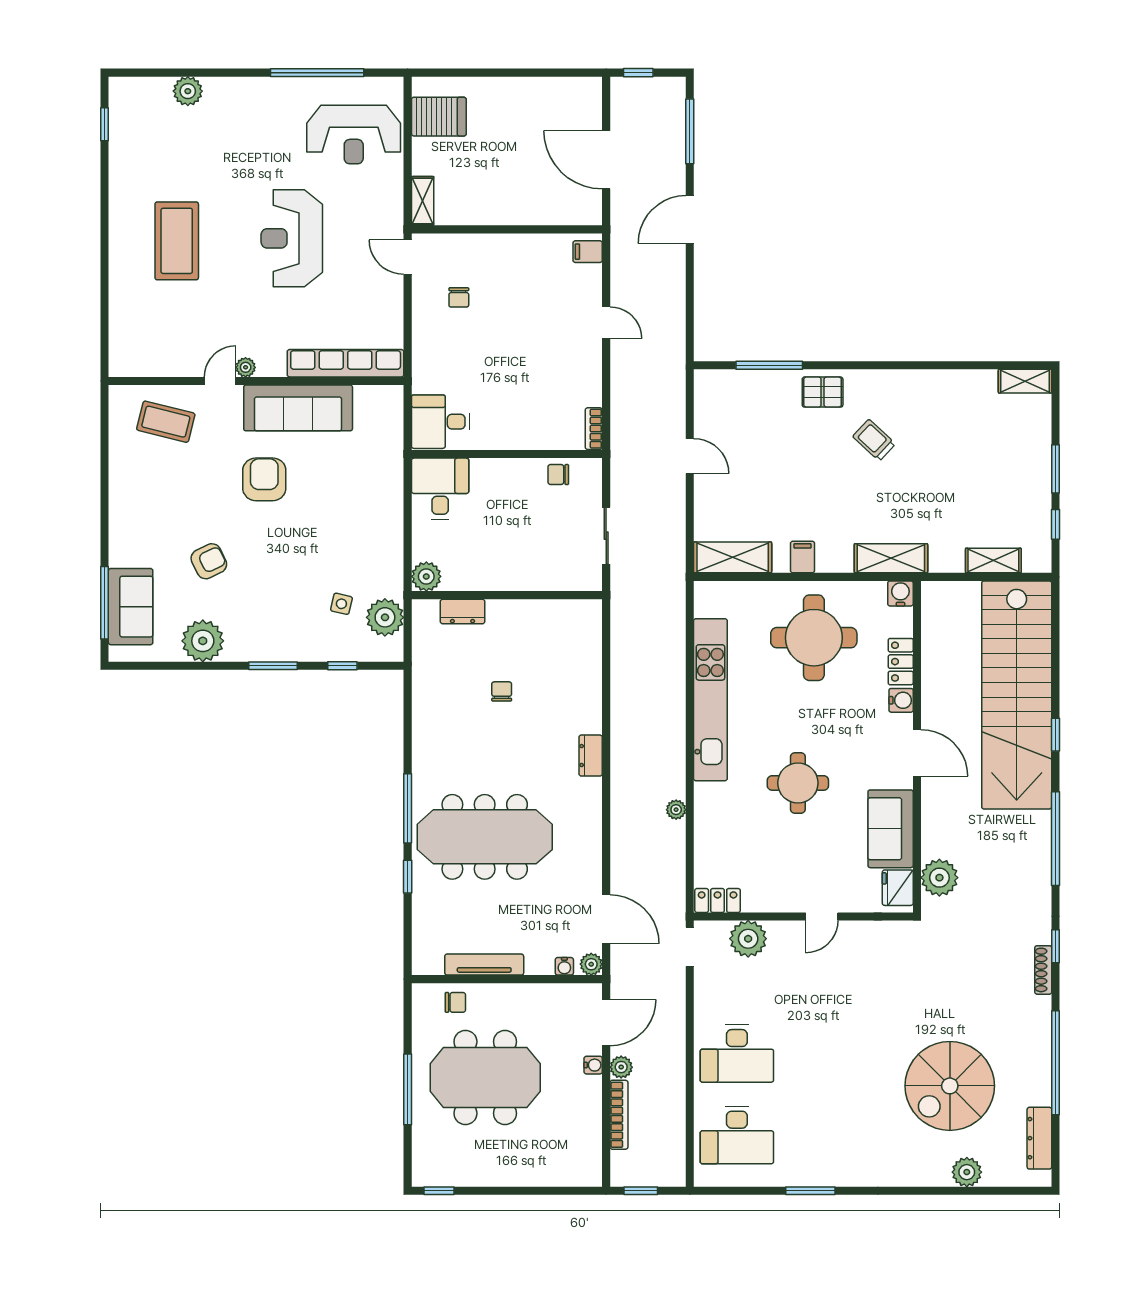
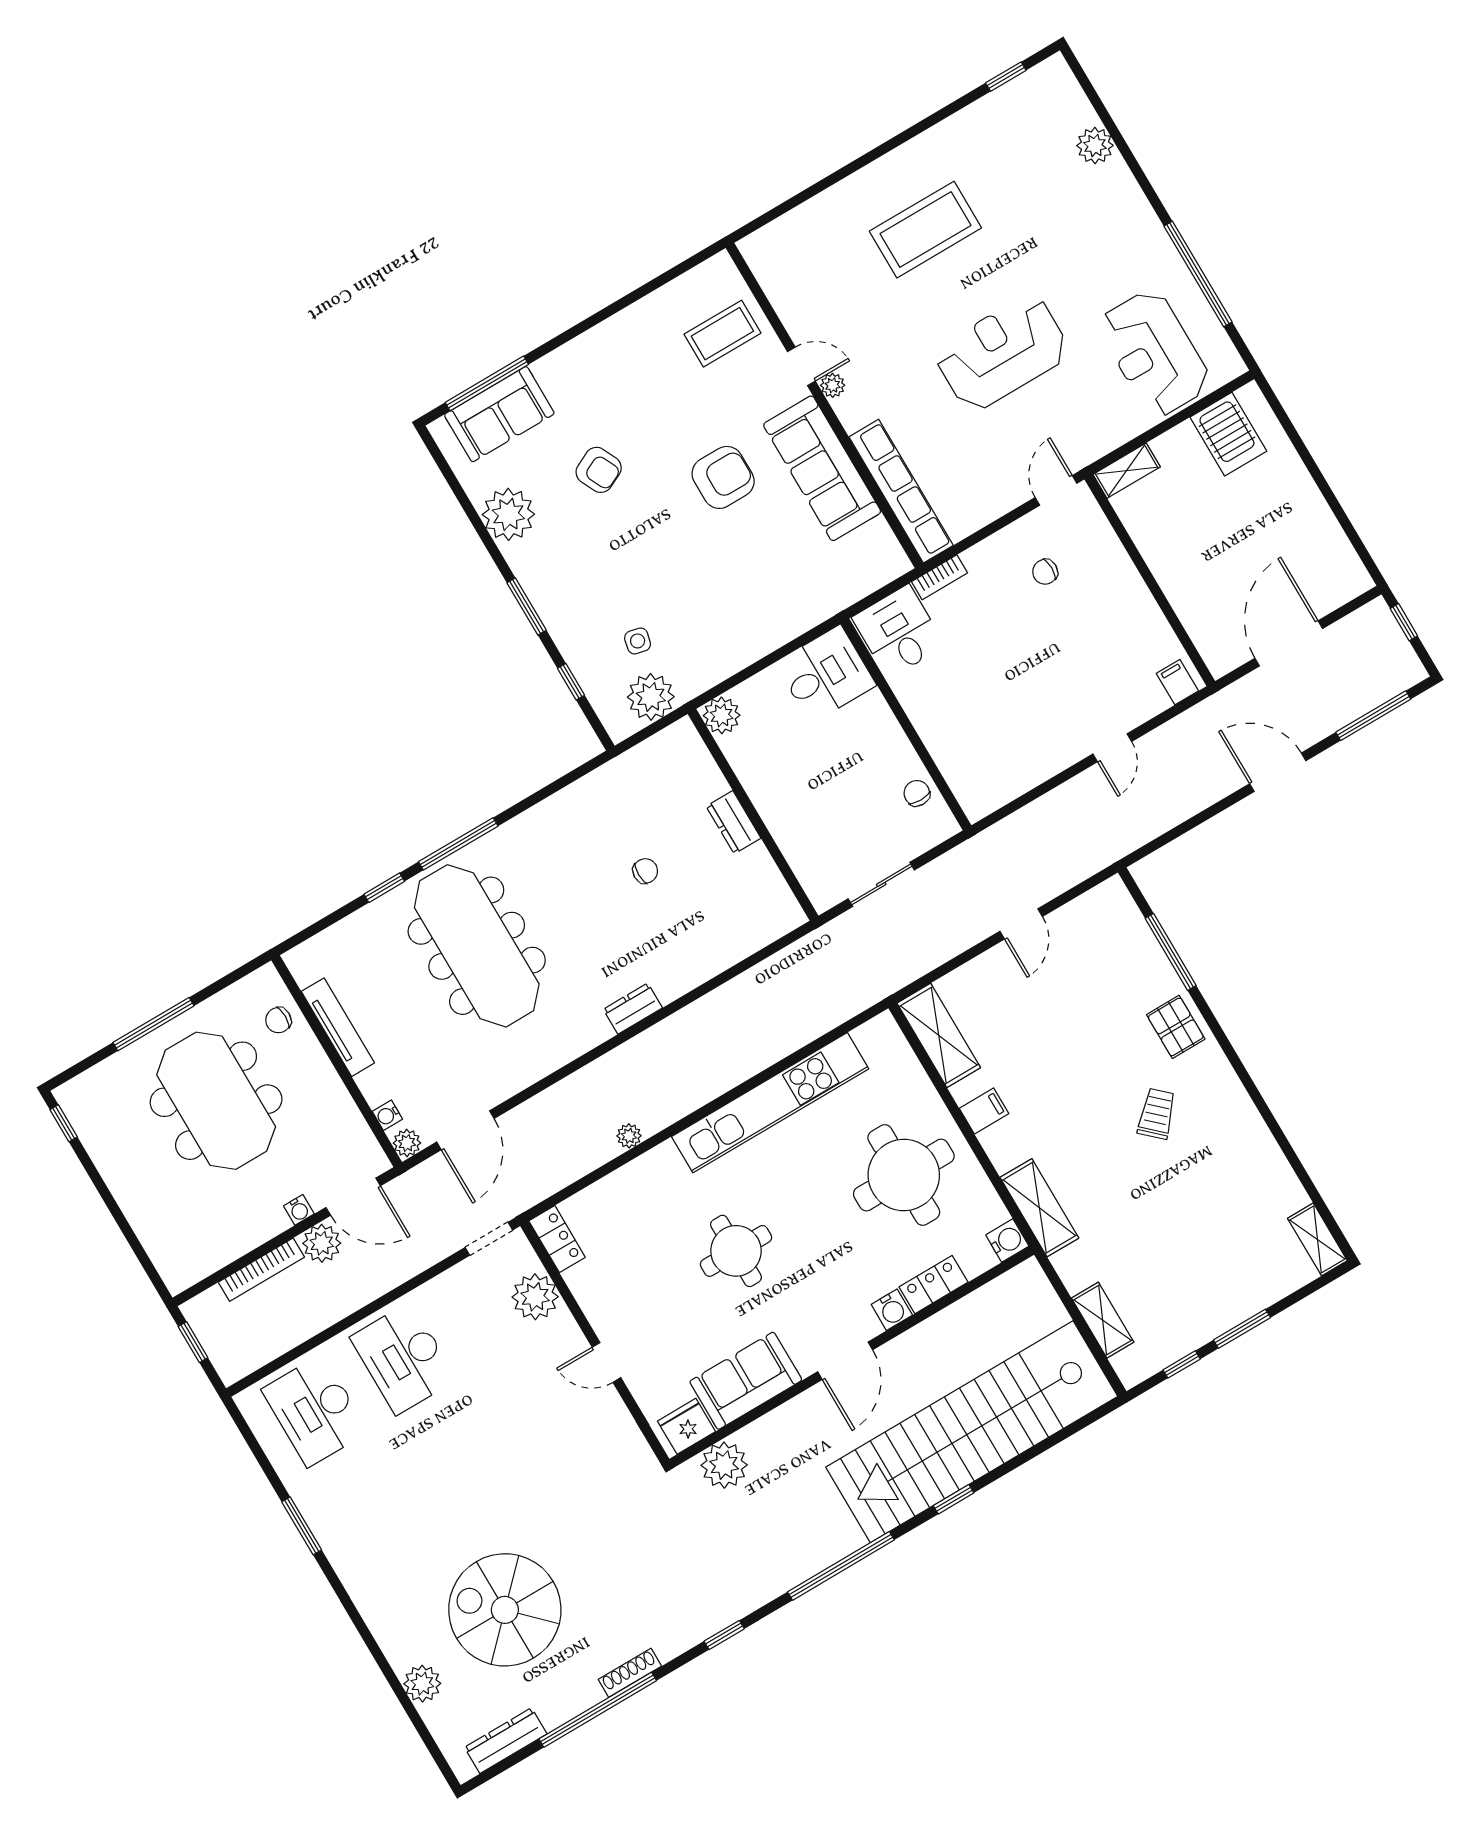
coffee table: (166, 422) -> (722, 334), turned 76
bookcase: (594, 429) -> (940, 577), moved, turned 180
dresser: (463, 611) -> (734, 822), moved
shoe rack: (1043, 970) -> (630, 1673), moved
chair: (455, 1002) -> (278, 1020), turned 90
plant: (621, 1067) -> (322, 1243), width x1.38, depth x1.38

